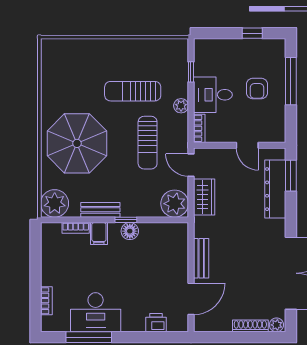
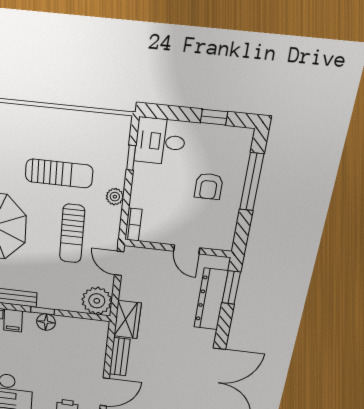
sun lounger: (133, 91) -> (59, 173), turned 180
desk: (213, 95) -> (160, 141), moved
wardrobe: (204, 197) -> (127, 320), moved

